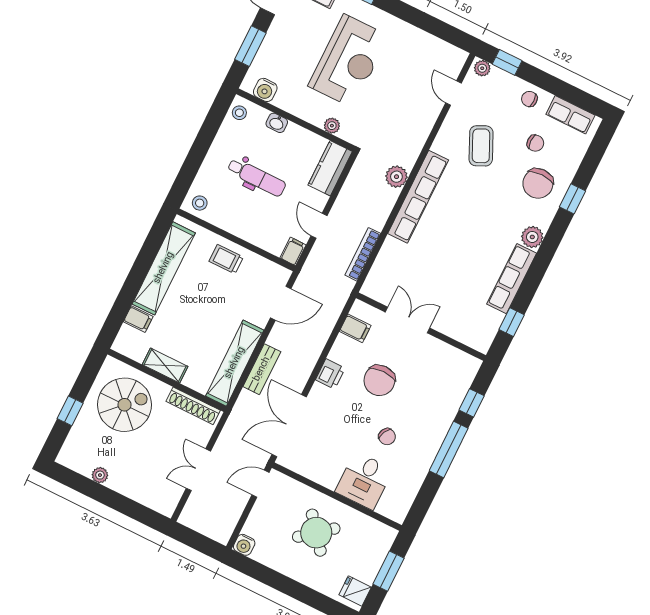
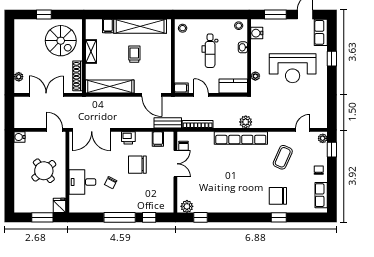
chair: (535, 143) -> (183, 146), moved
coffee table: (481, 146) -> (283, 157), turned -41
door: (319, 226) -> (201, 95), hinge flipped
plant: (532, 237) -> (187, 206), moved
trolley: (226, 259) -> (134, 54), moved
row of seats: (512, 279) -> (223, 206), removed
bench: (262, 369) -> (168, 123), moved
double door: (289, 426) -> (92, 130), swing flipped
double door: (198, 470) -> (46, 95), width x1.37
plant: (100, 475) -> (19, 77), moved
fridge: (355, 591) -> (60, 205), moved

